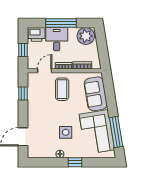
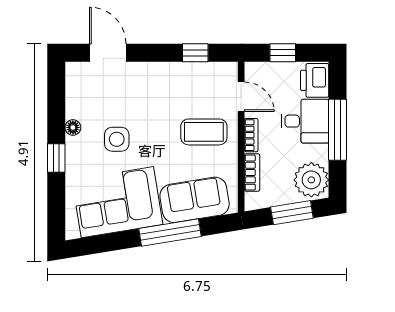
window: (102, 46) -> (292, 213), added
window: (116, 132) -> (170, 232), moved

